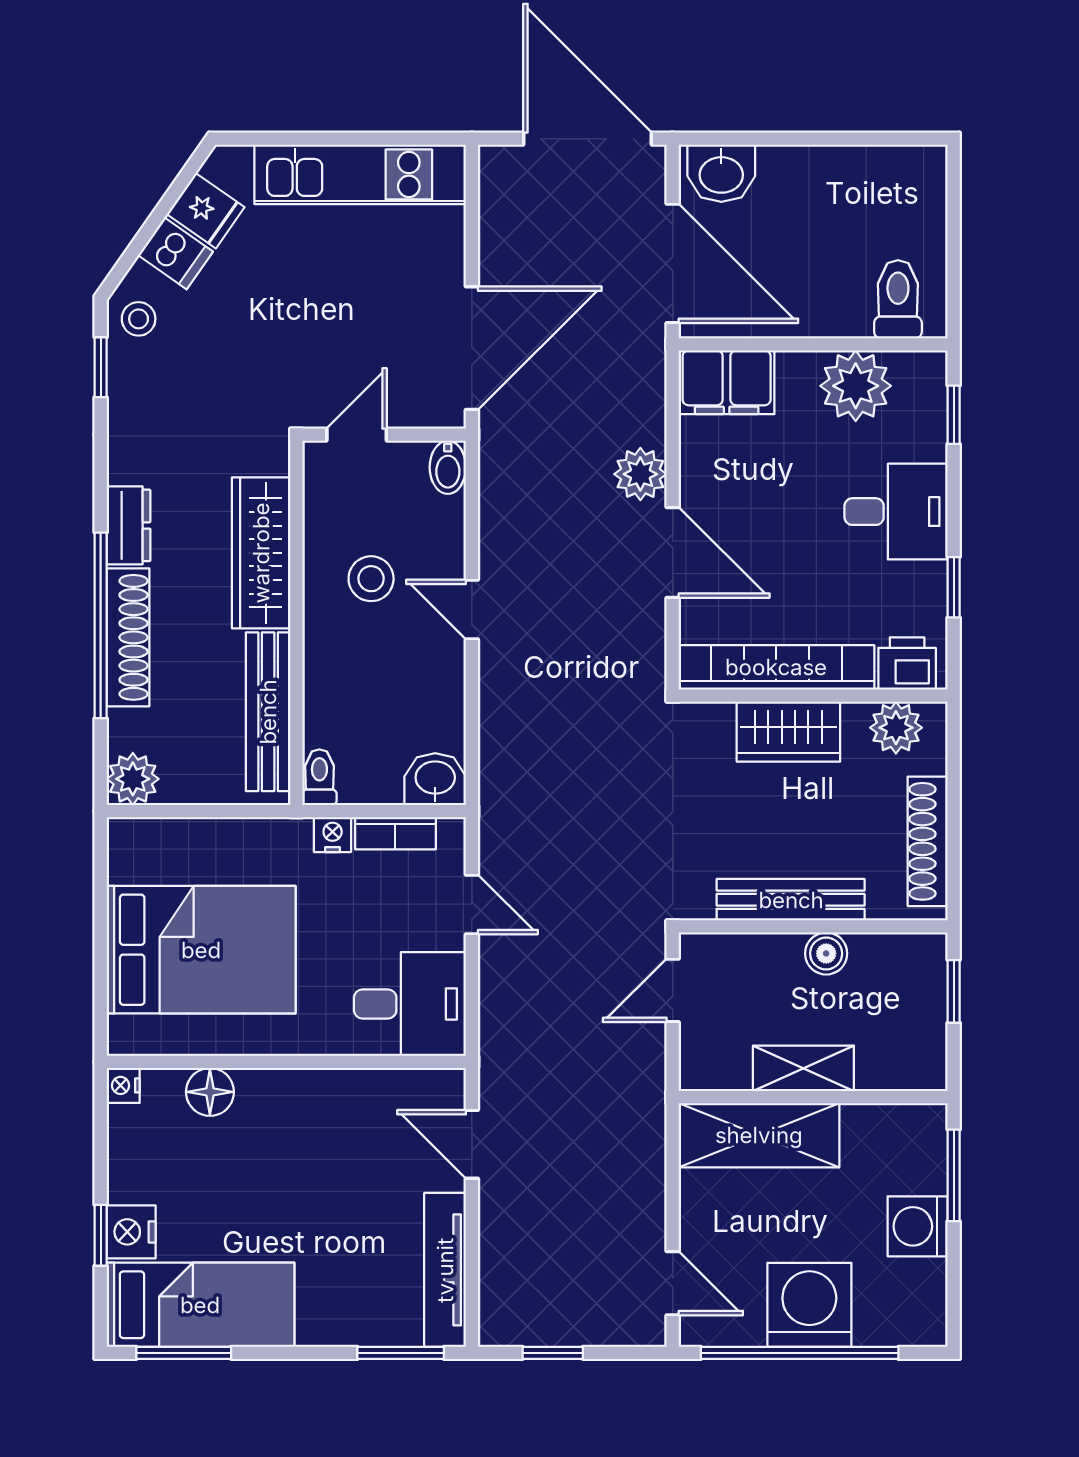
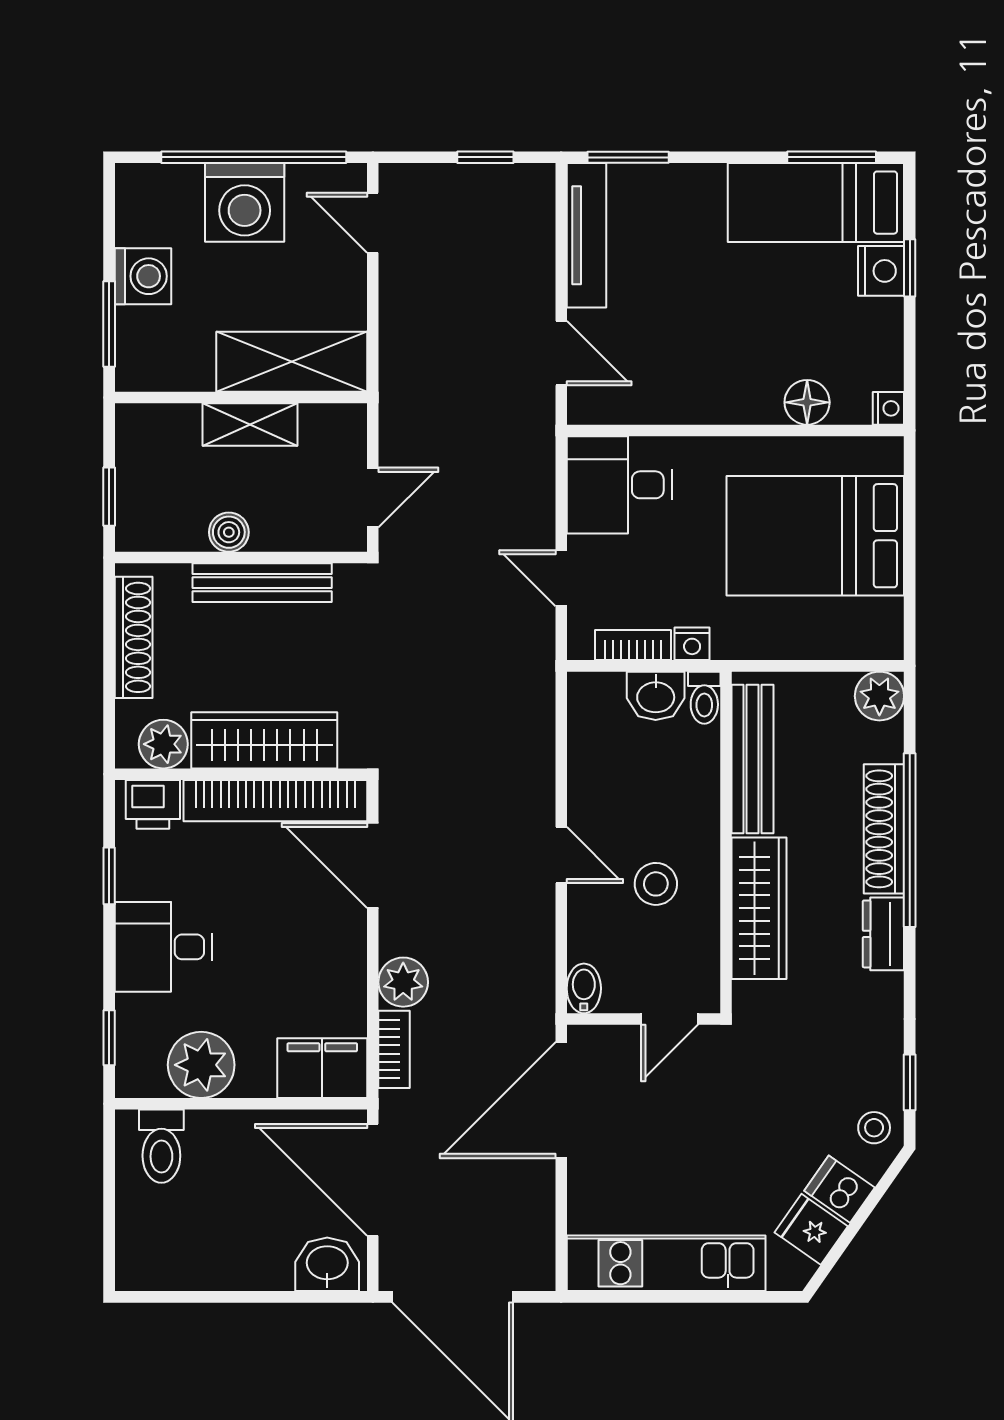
bookcase: (650, 402) -> (394, 1049), added
door: (673, 552) -> (373, 865), moved
wardrobe: (788, 732) -> (264, 740), width x1.50
washbasin: (435, 779) -> (656, 696), moved

